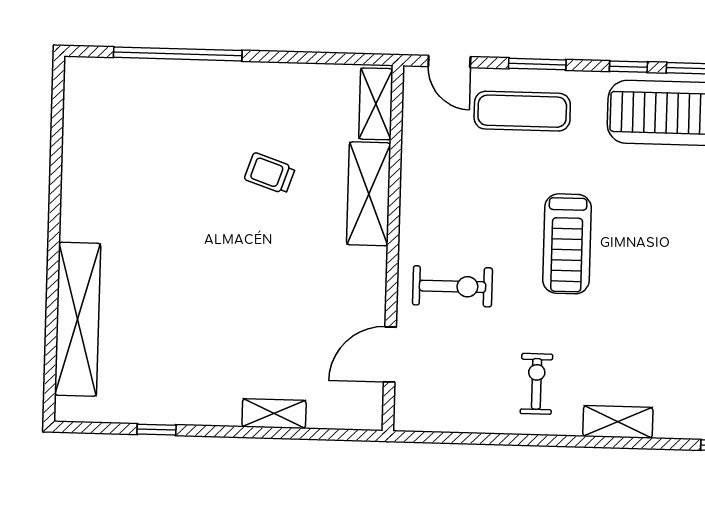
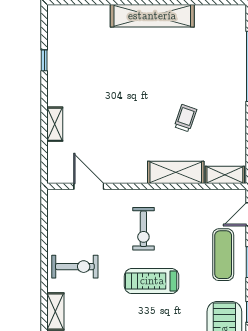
exercise bike: (453, 286) -> (143, 229), moved
shelving: (78, 319) -> (152, 16), moved
exercise bike: (536, 384) -> (75, 267), width x1.38, depth x1.39

